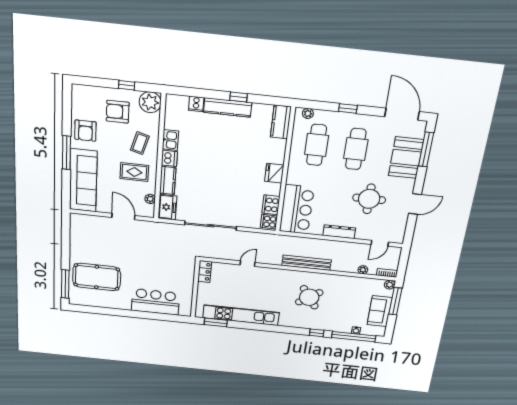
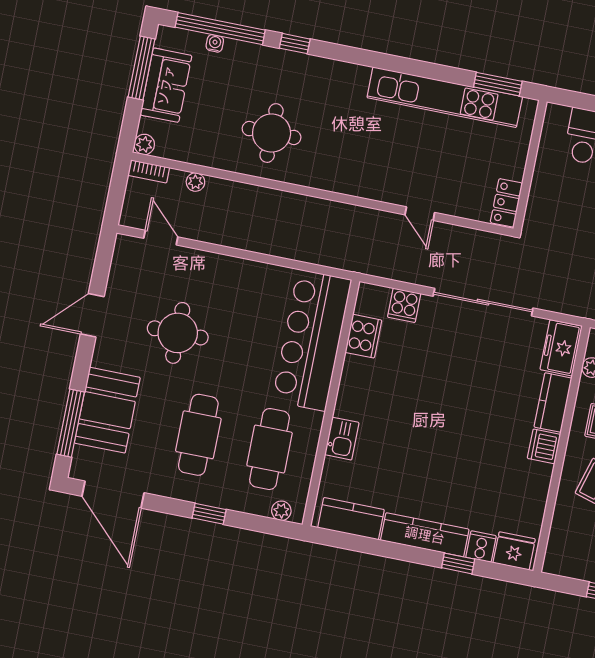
window: (238, 97) -> (458, 563), moved
plant: (150, 102) -> (564, 557), removed
kitchen counter: (281, 122) -> (351, 519), moved, turned -90
kitchen sink: (170, 140) -> (342, 439), moved, turned 180
fridge: (274, 173) -> (514, 551), moved, turned -90
bar counter: (297, 209) -> (312, 340), width x1.36
cooker: (269, 222) -> (404, 305), moved, turned 90
dresser: (339, 232) -> (237, 269), removed
door: (380, 243) -> (161, 238), hinge flipped
bench: (306, 263) -> (304, 206), removed
door: (248, 264) -> (420, 214), hinge flipped
round table: (309, 297) -> (272, 133), moved, turned 35
window: (395, 301) -> (142, 68), moved

